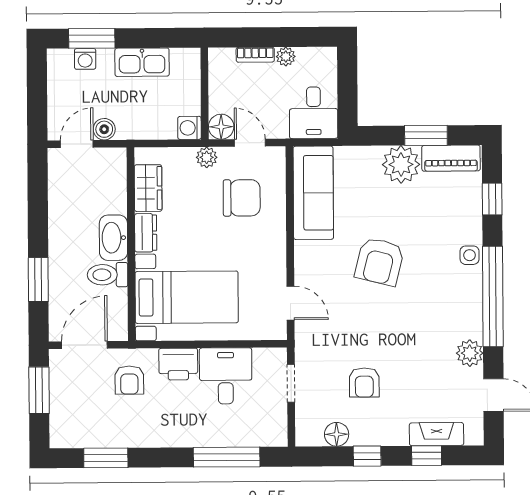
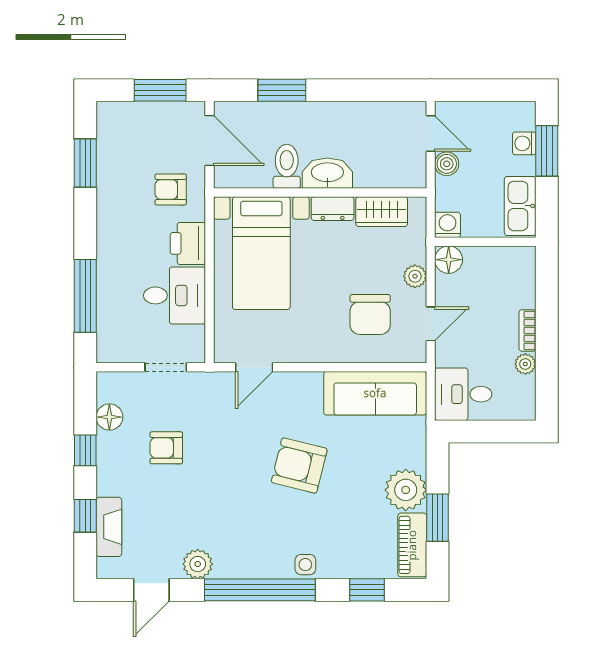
wall: (205, 93) -> (485, 242), moved
floor lamp: (221, 127) -> (449, 260), moved
washing machine: (189, 128) -> (448, 225), moved

